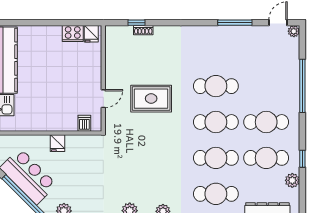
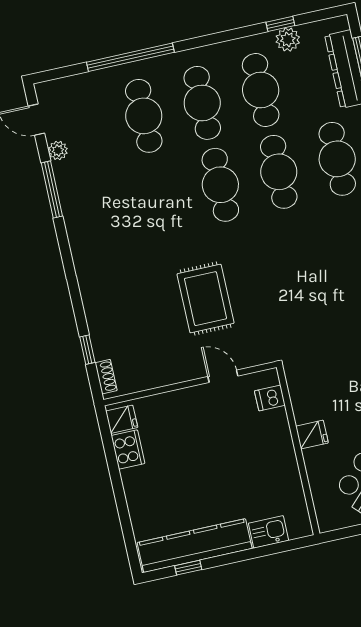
shoe rack: (143, 30) -> (106, 377), moved
plant: (294, 31) -> (58, 150), moved
cafe table: (216, 86) -> (144, 116), moved
window: (302, 159) -> (280, 24), moved

